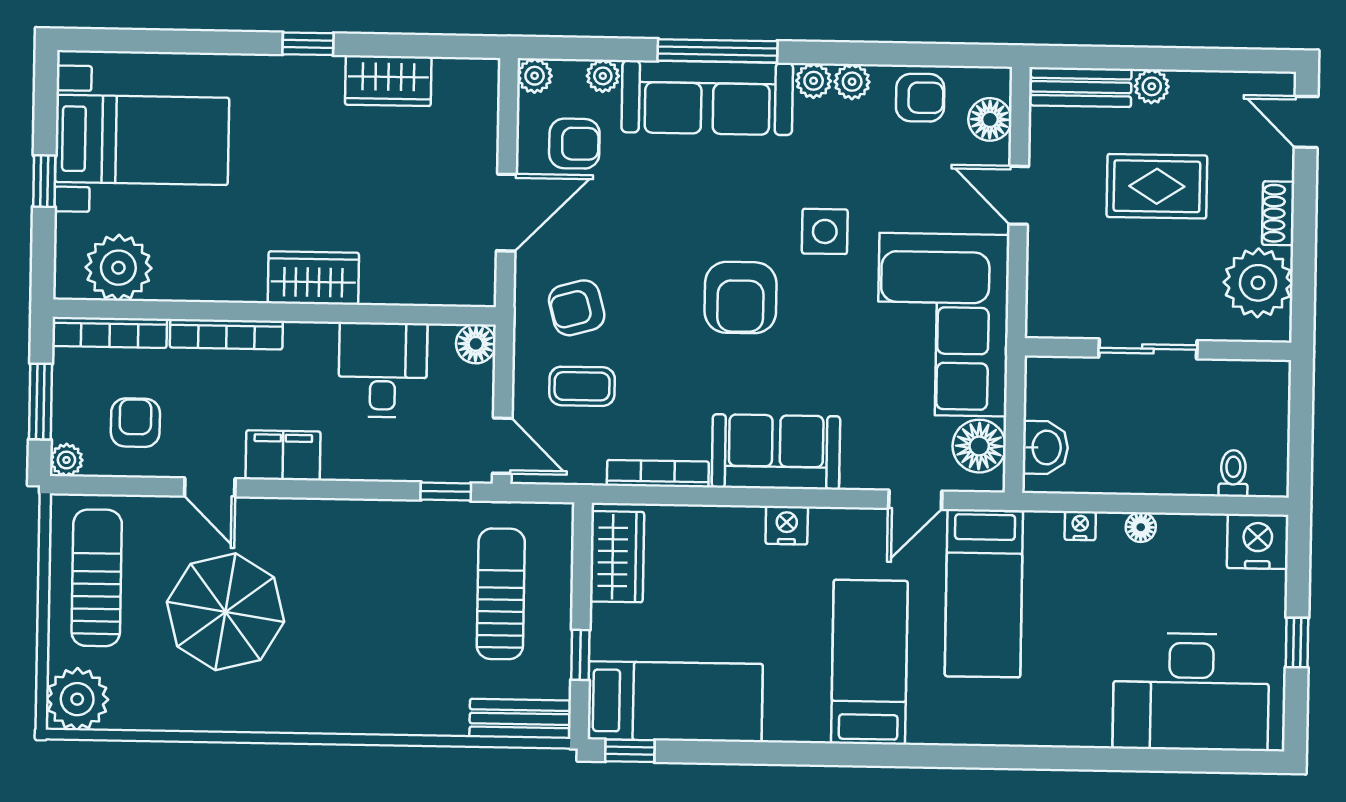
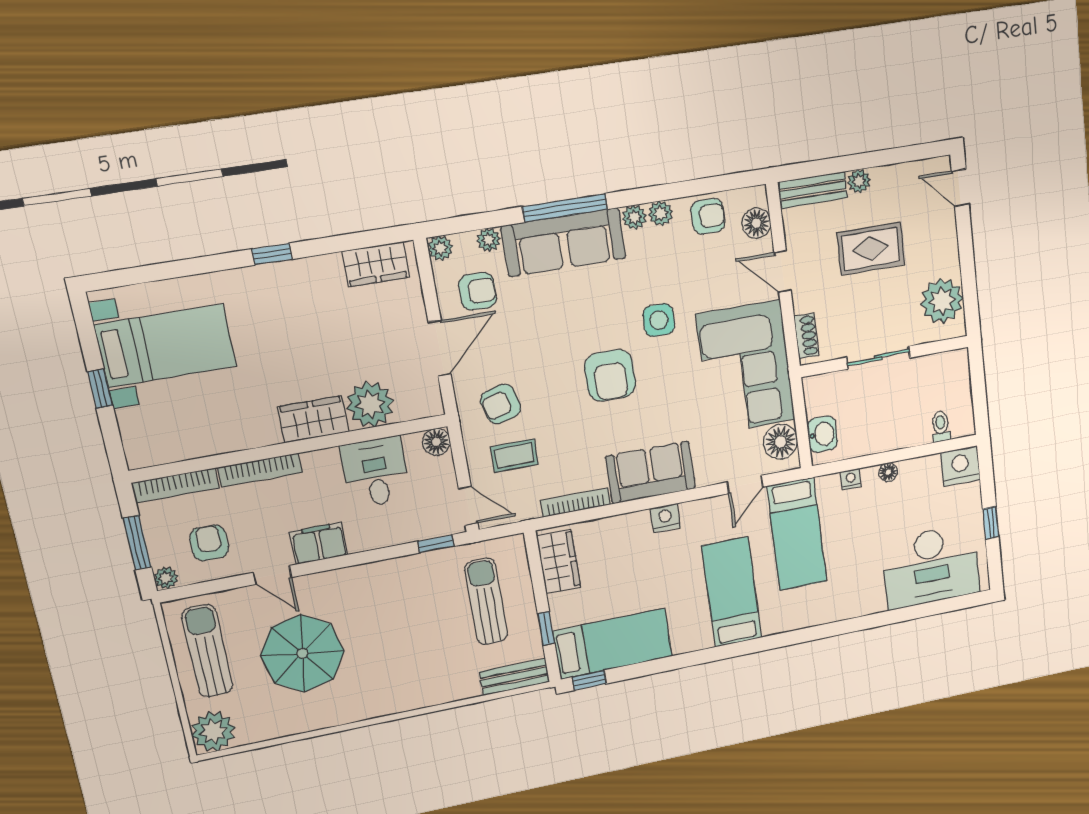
wardrobe: (388, 81) -> (376, 264), moved
shoe rack: (1278, 213) -> (806, 336), moved, turned 180
plant: (118, 268) -> (370, 404), moved

